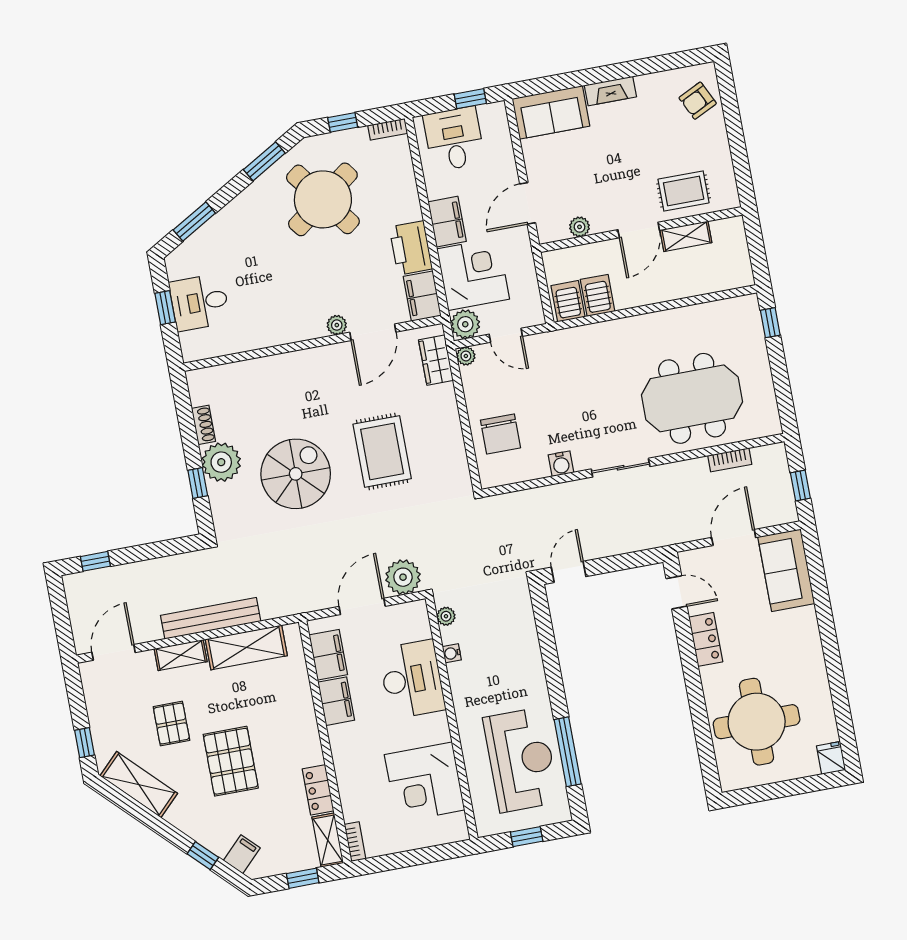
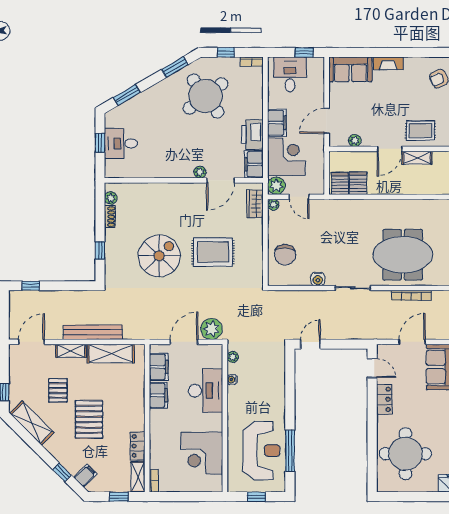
rug: (382, 451) -> (213, 252), turned 90
bookcase: (730, 460) -> (411, 295), width x1.56
plant: (221, 462) -> (111, 198), moved, width x0.53, depth x0.53

